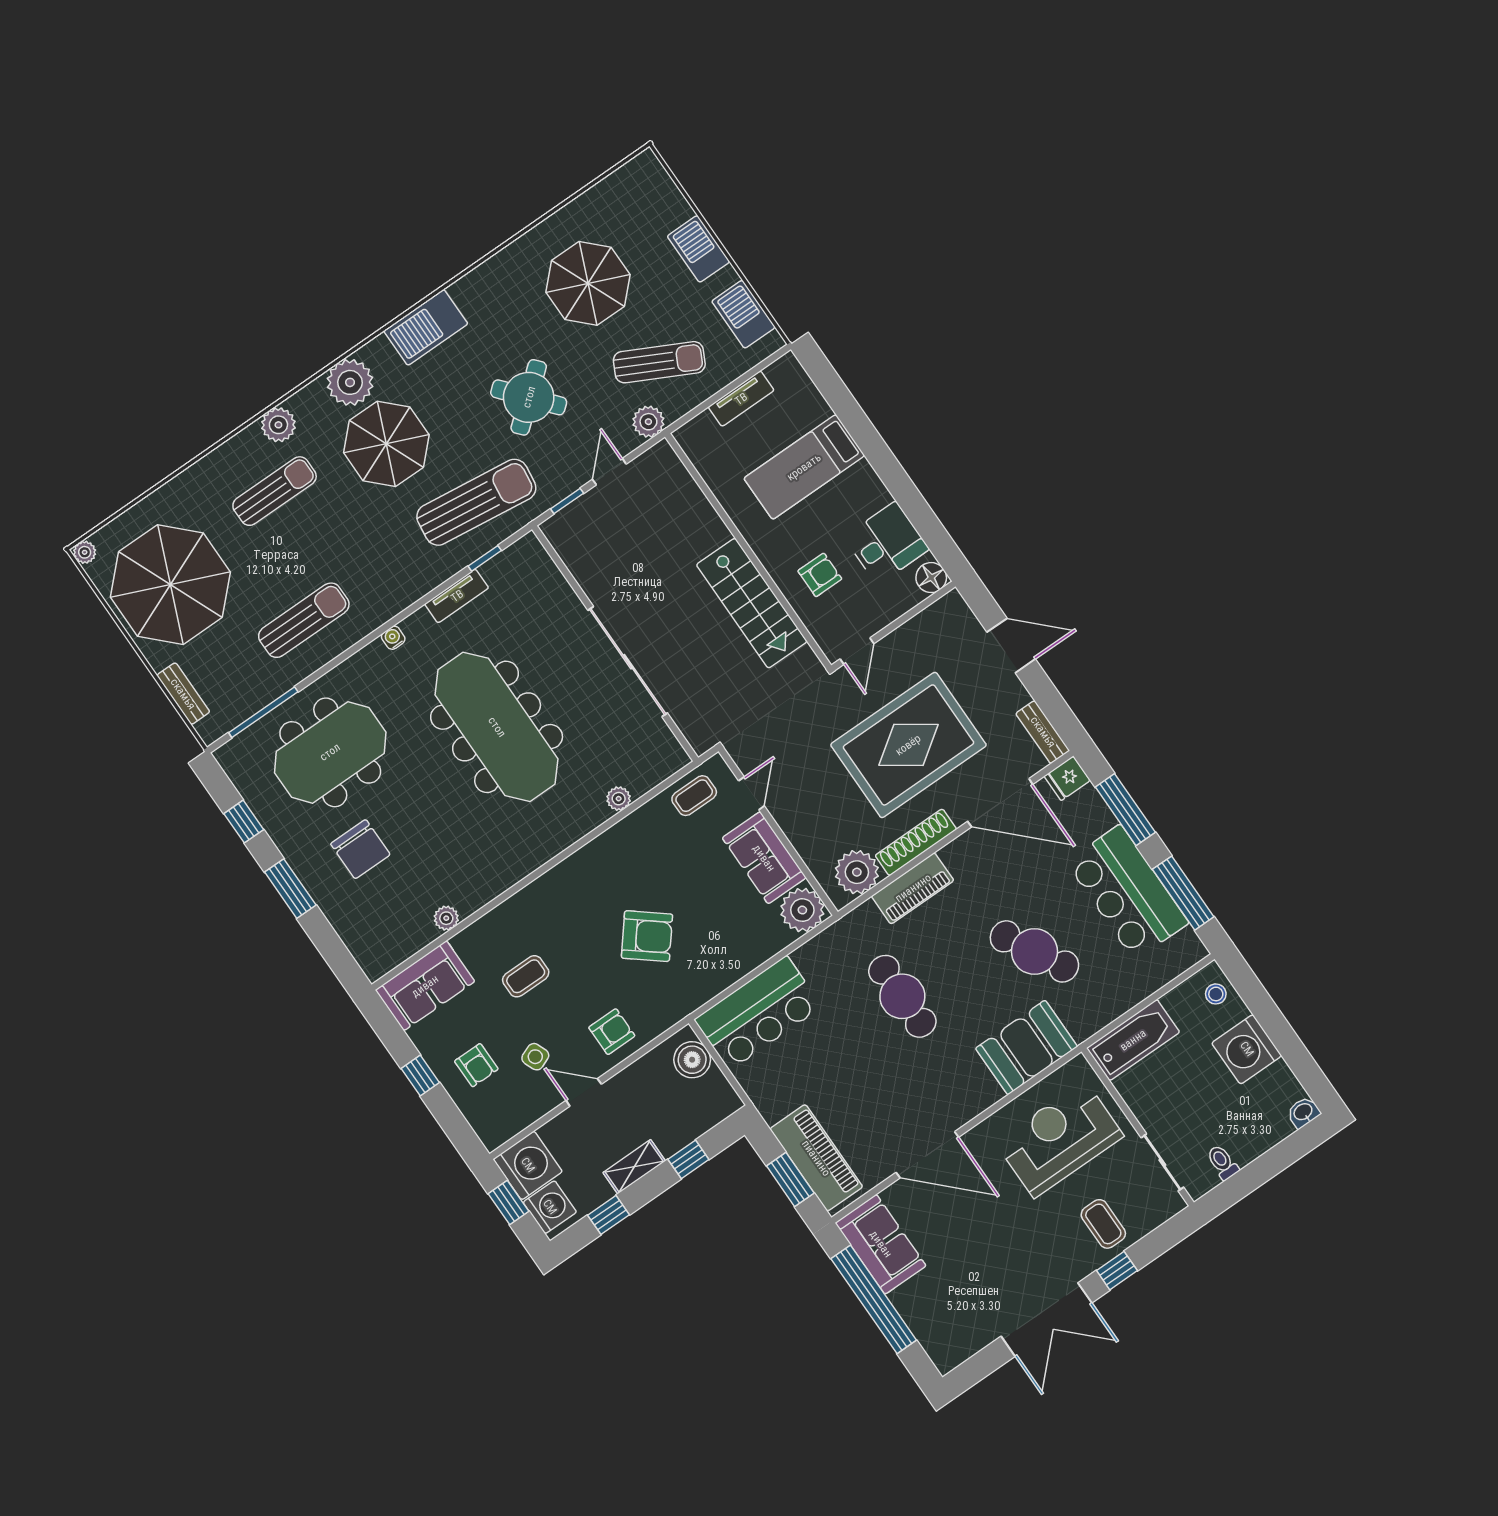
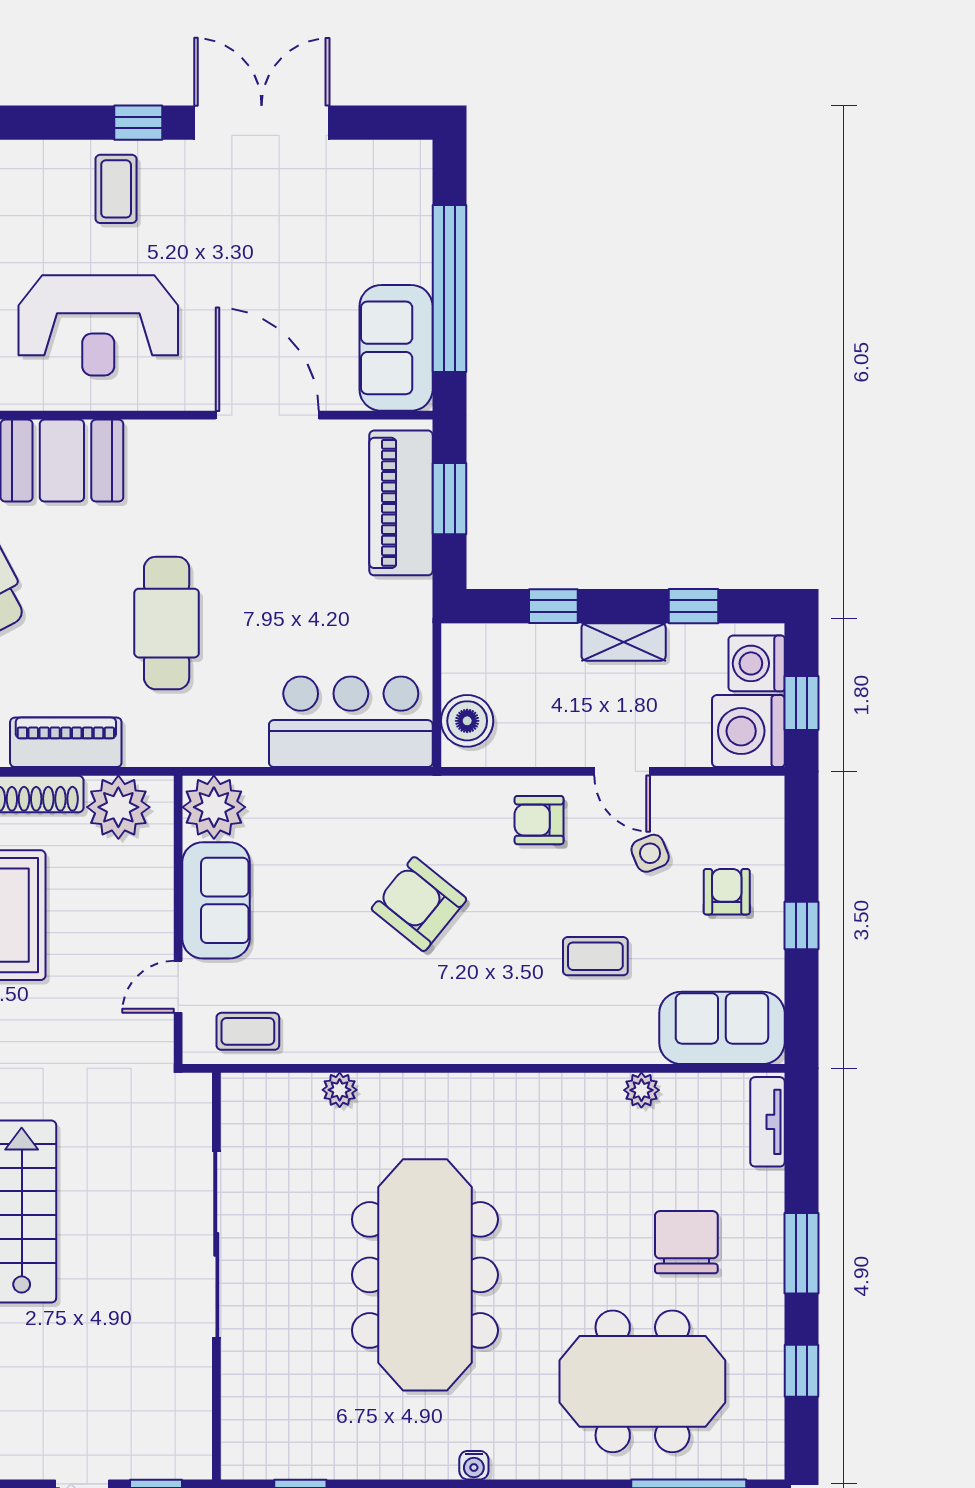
tv unit: (457, 596) -> (767, 1122), moved, turned -90

